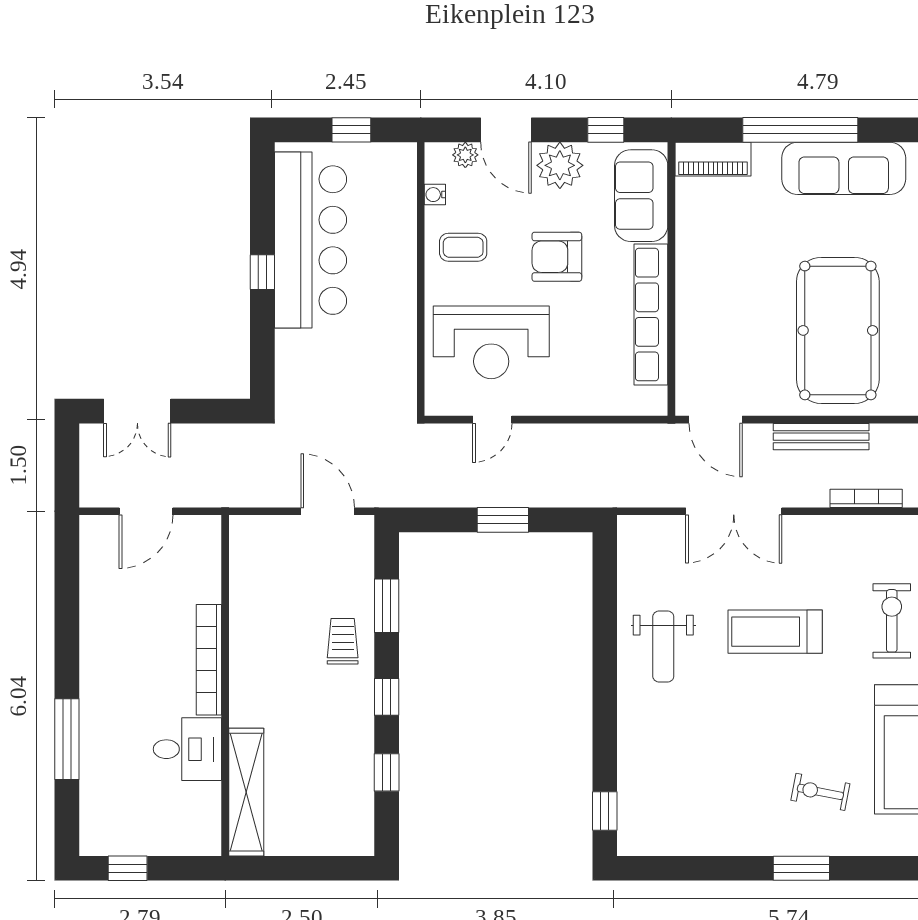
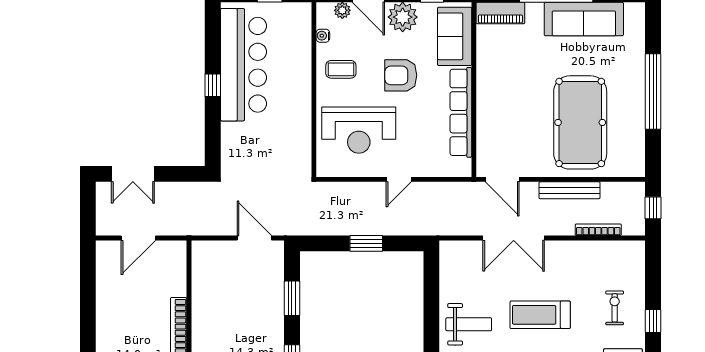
door: (492, 420) -> (399, 179), moved
exercise bike: (892, 621) -> (615, 308), width x0.73, depth x0.72
trolley: (343, 641) -> (264, 321), removed
weight bench: (663, 646) -> (469, 324), turned -90

